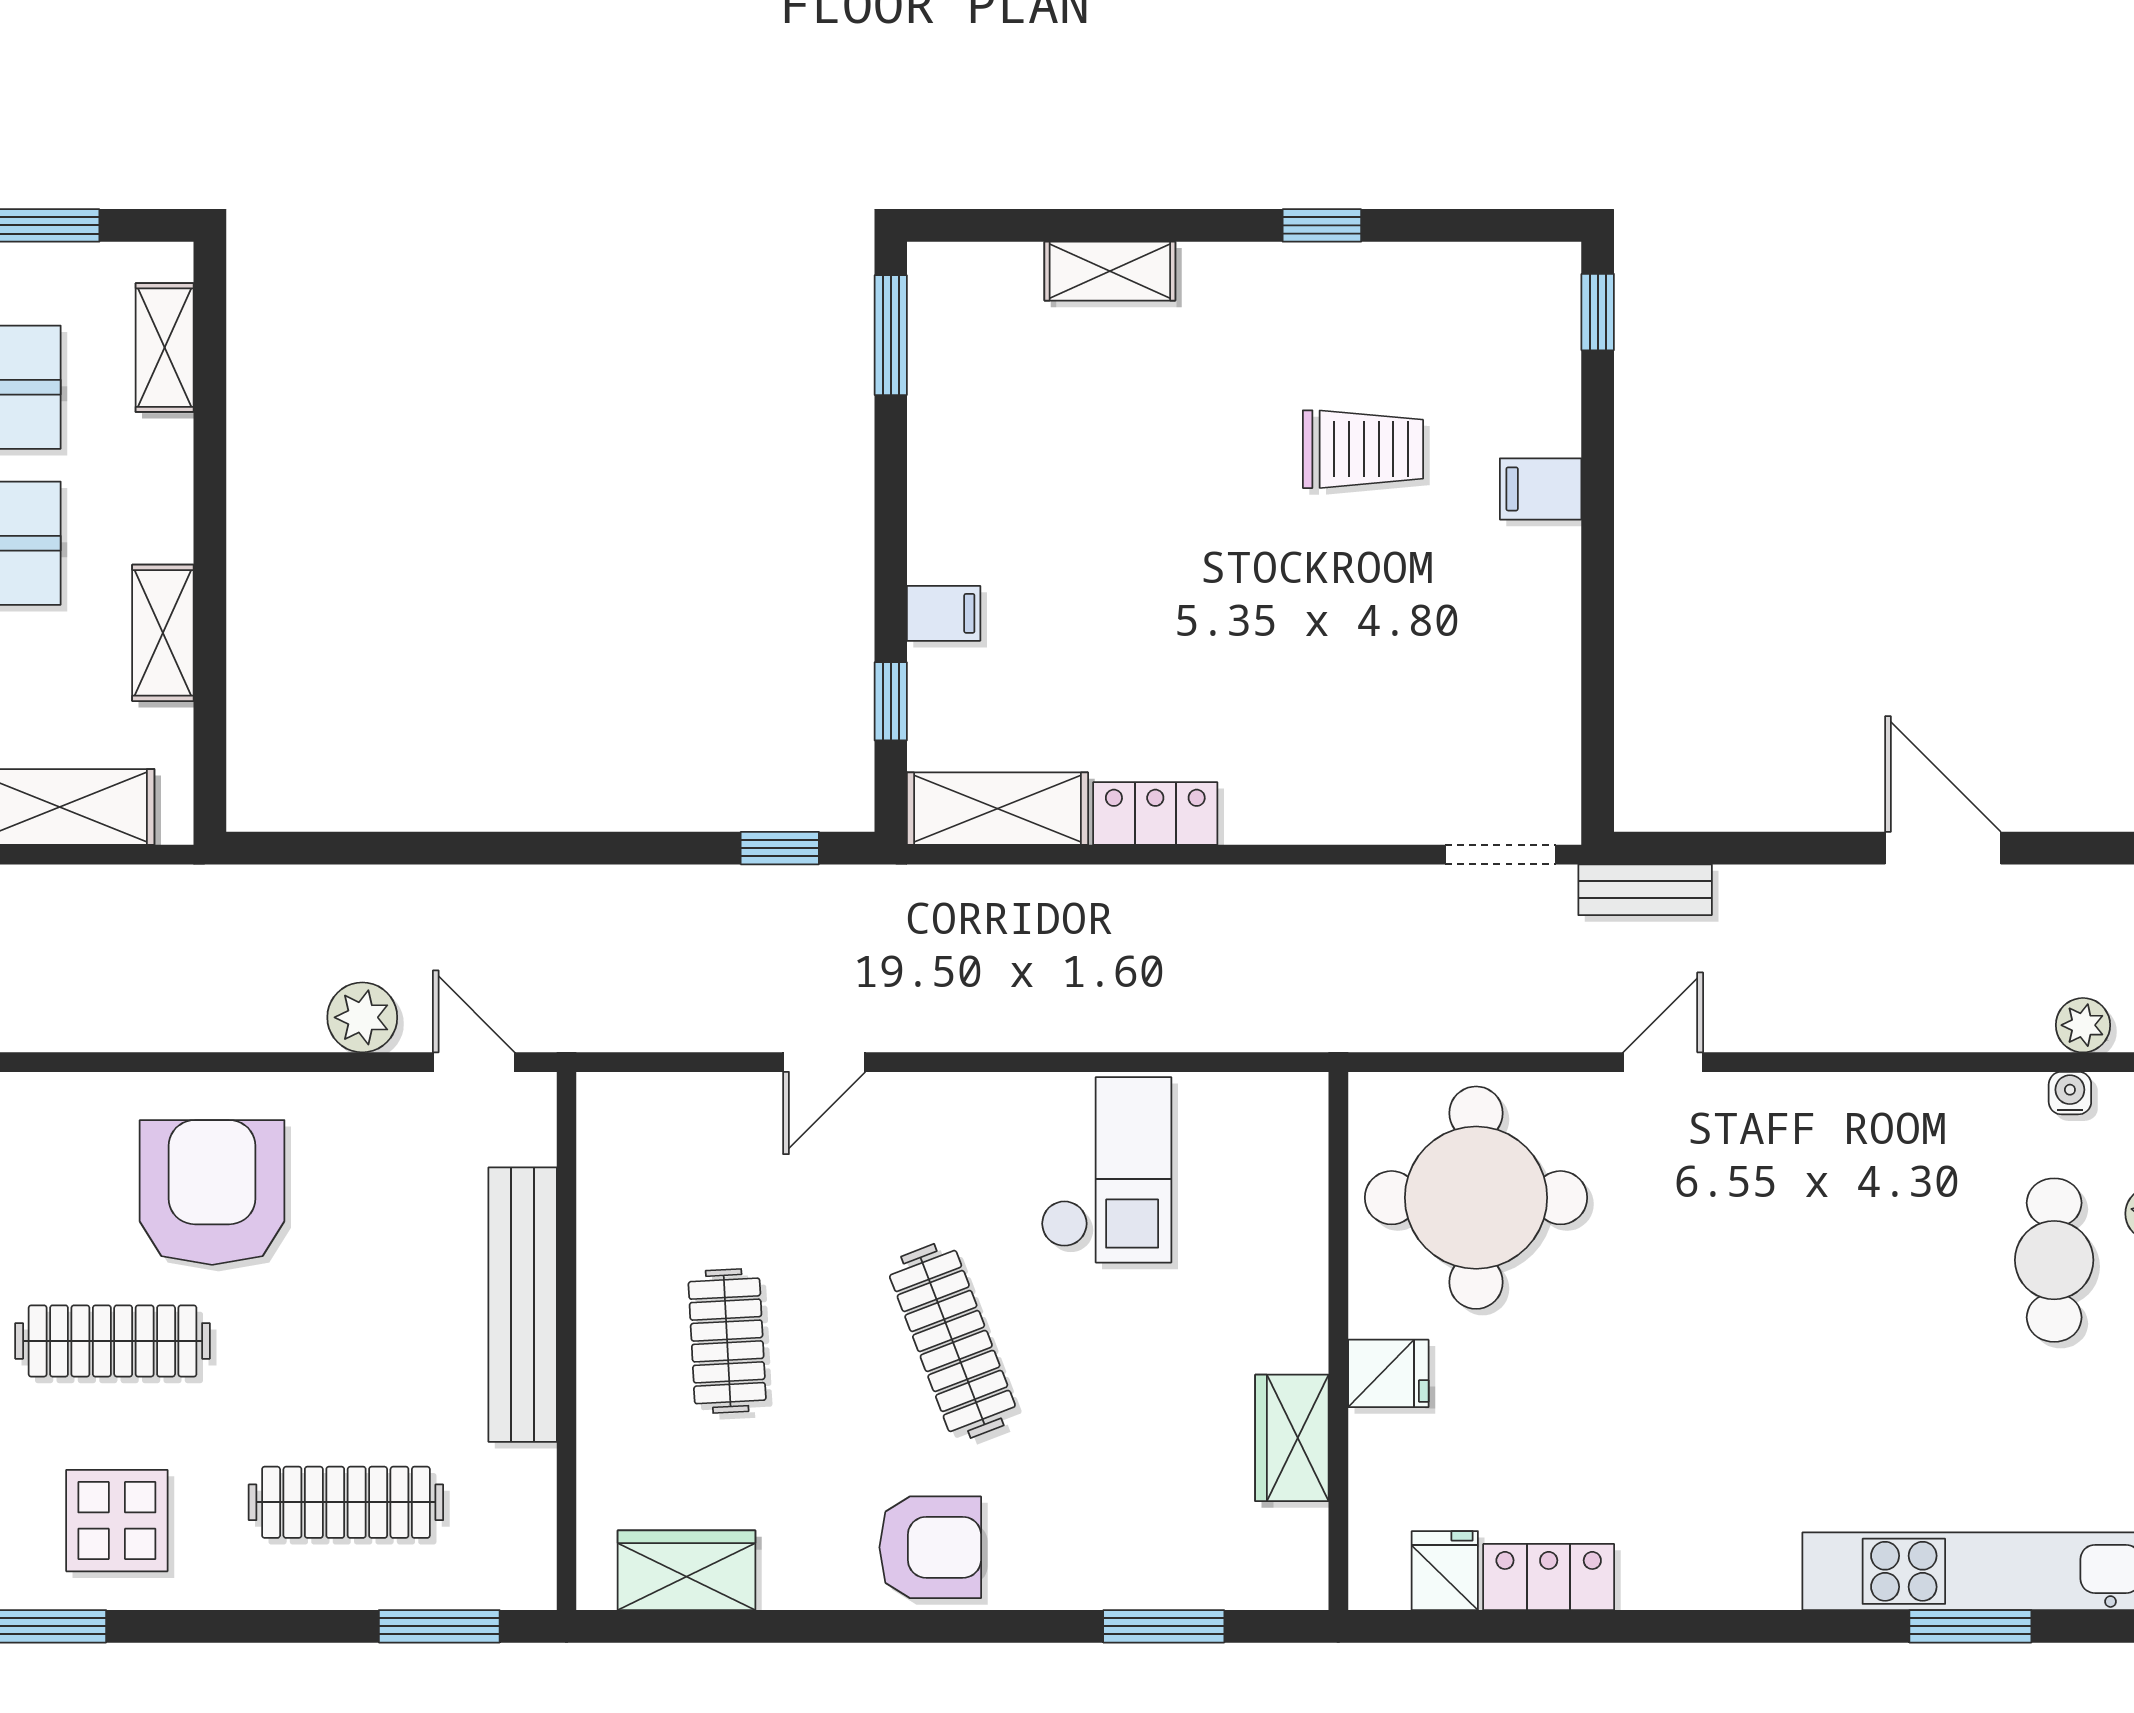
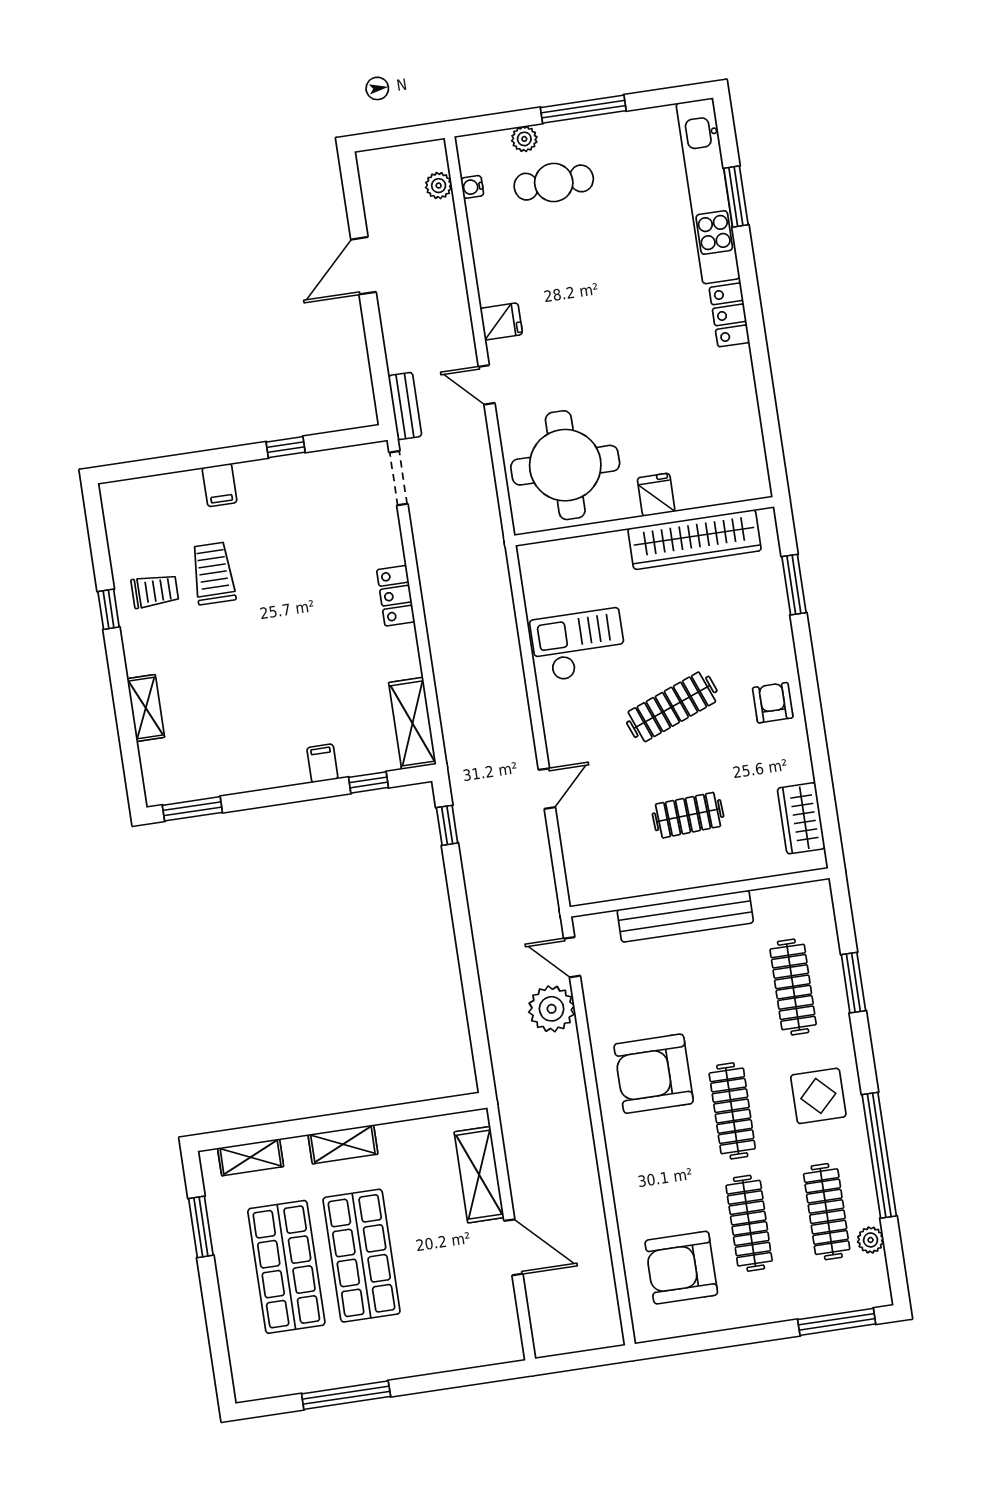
window: (1598, 312) -> (286, 447), moved
trolley: (1345, 325) -> (155, 591), added
shelving: (163, 633) -> (343, 1144), moved
locker: (1155, 813) -> (396, 596), moved
plant: (362, 1017) -> (552, 1009), width x1.36, depth x1.36
door: (474, 1062) -> (572, 957), hinge flipped
door: (824, 1062) -> (547, 789), hinge flipped
wardrobe: (1292, 1438) -> (695, 540), width x2.10, depth x1.17
armchair: (930, 1547) -> (773, 703), width x0.72, depth x0.72
fridge: (1445, 1571) -> (501, 321), moved, turned 180
locker: (1549, 1577) -> (729, 315), moved
window: (439, 1626) -> (853, 983), moved

